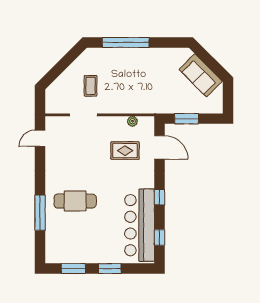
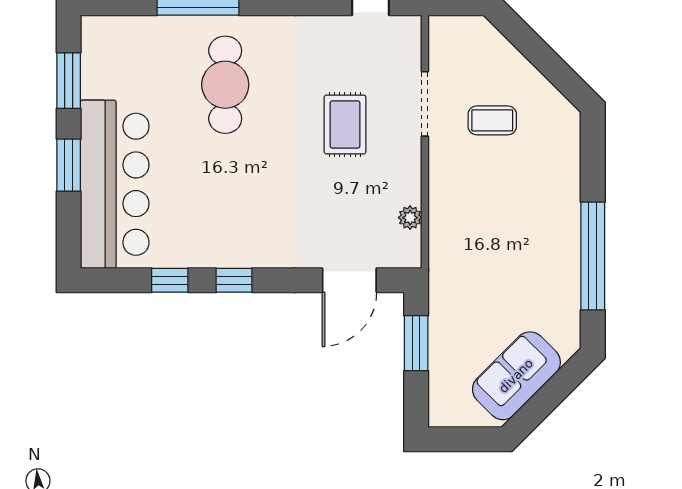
window: (126, 42) -> (593, 256), moved
rug: (125, 151) -> (345, 124), moved
bar counter: (140, 225) -> (115, 184), moved, turned 90
window: (159, 238) -> (170, 280), moved

